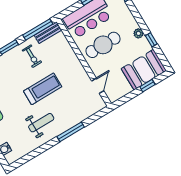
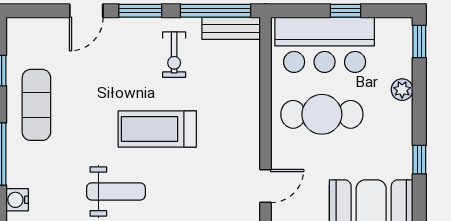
plant: (138, 33) -> (402, 90), moved
treadmill: (43, 89) -> (157, 129), turned 180

